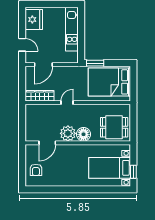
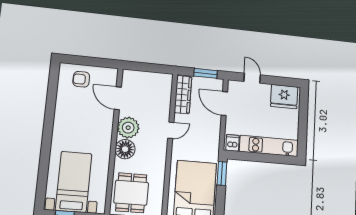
door: (22, 45) -> (252, 78), swing flipped
dishwasher: (72, 57) -> (233, 143), added
window: (22, 80) -> (206, 73), added
door: (67, 103) -> (171, 130), hinge flipped

